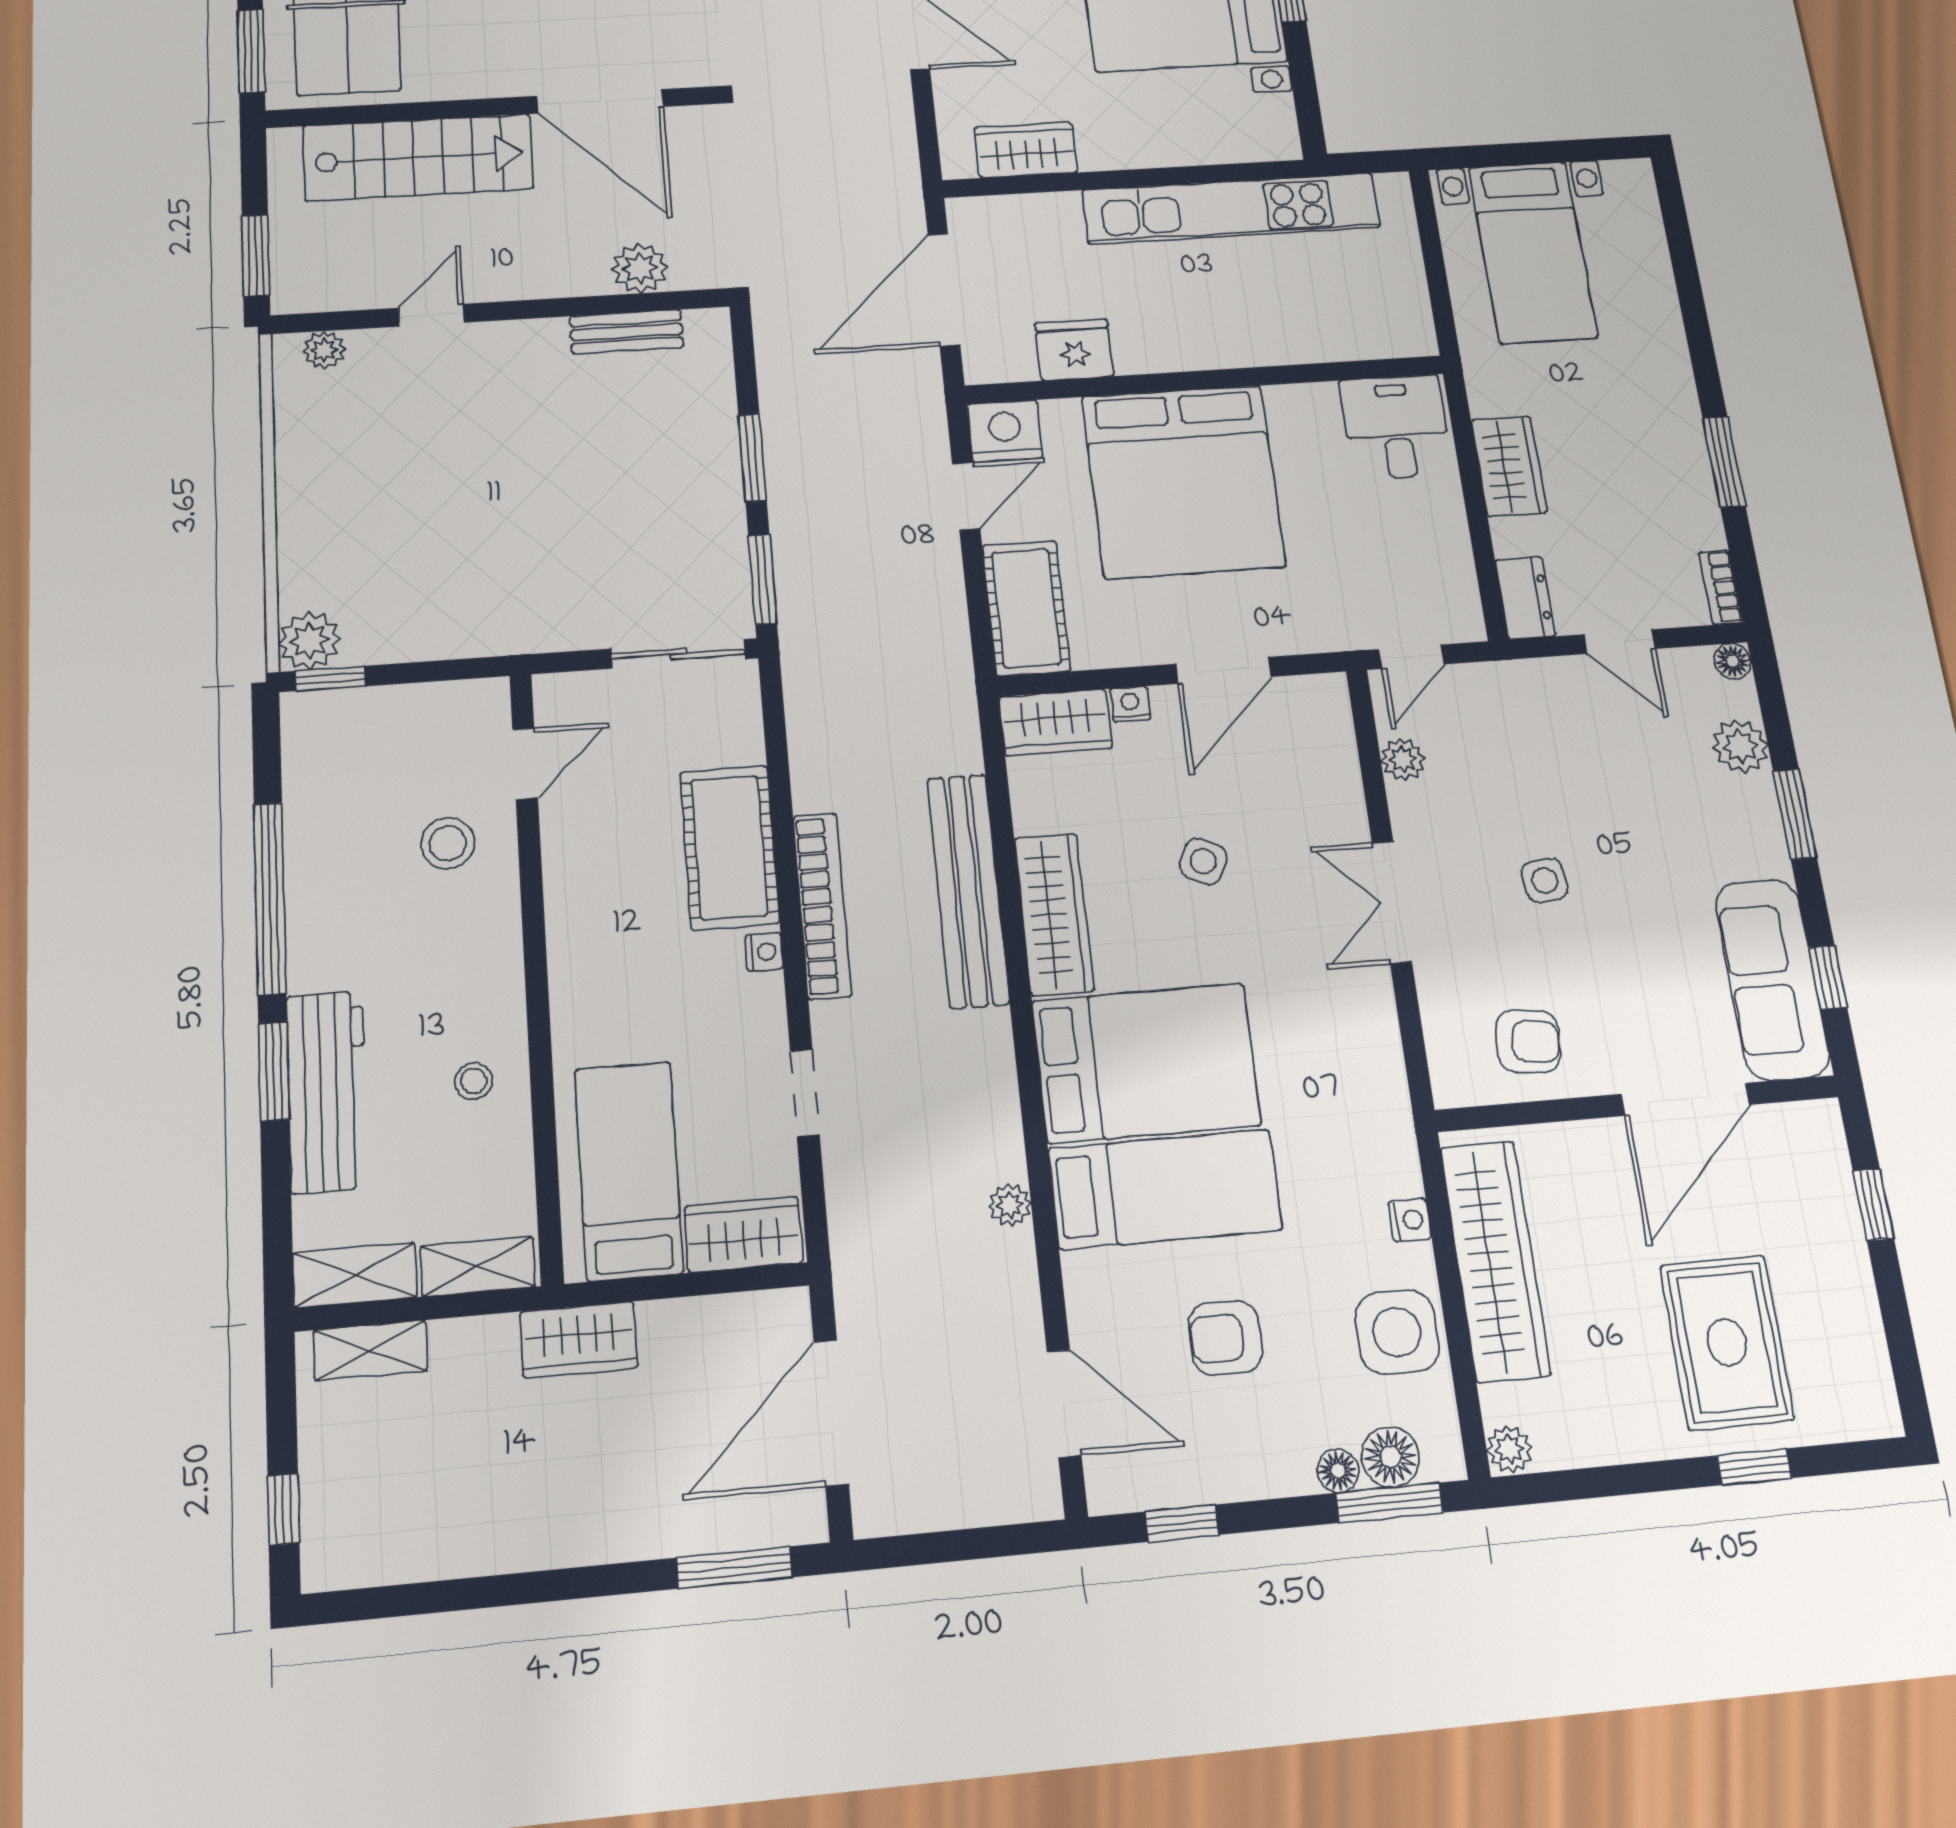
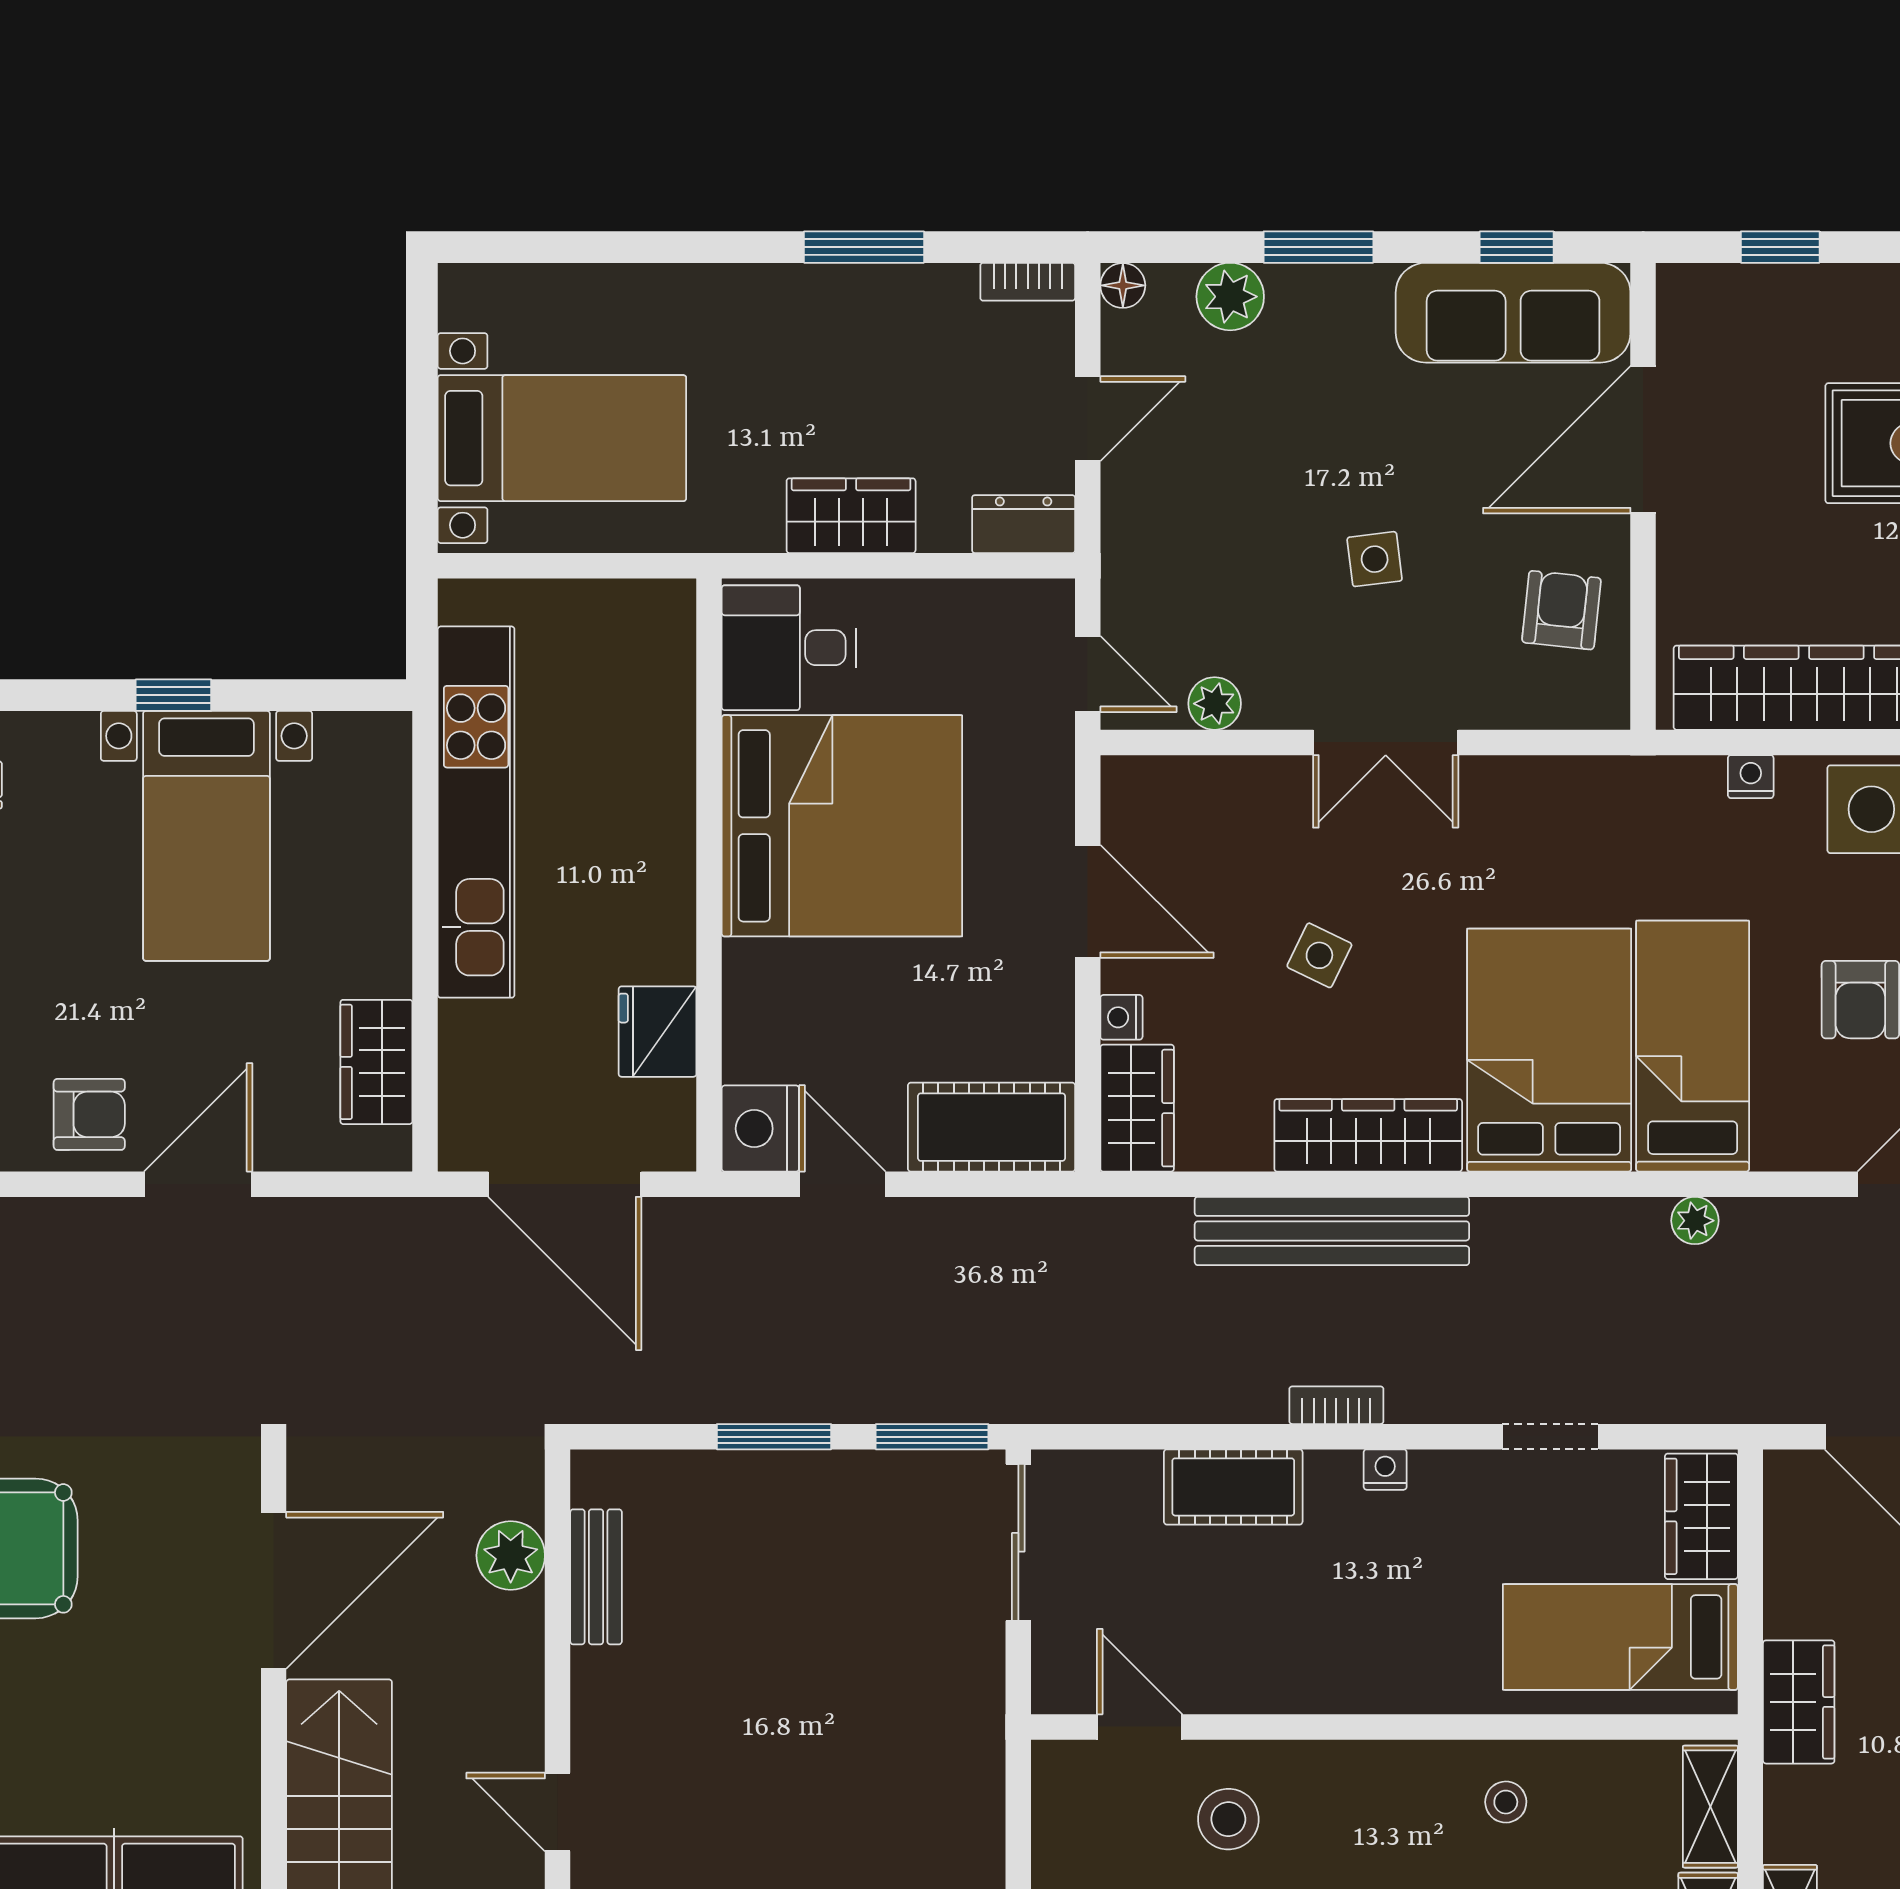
bed: (1183, 481) -> (842, 826), moved
cot: (729, 847) -> (1233, 1487), width x0.73, depth x0.75
bookcase: (822, 906) -> (1336, 1405), width x0.43, depth x0.76
door: (1686, 1099) -> (1643, 440), swing flipped

